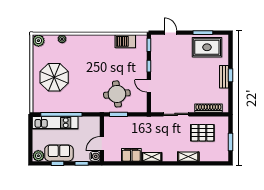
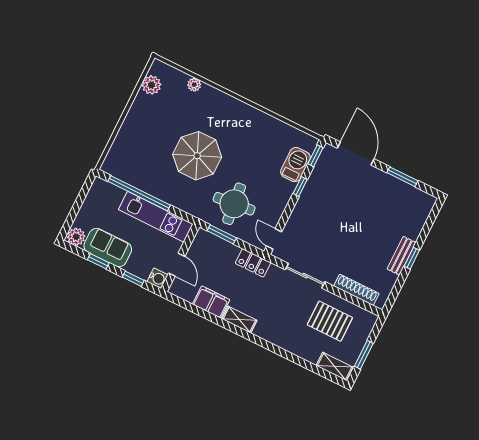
door: (171, 33) -> (356, 154), width x1.87
plant: (38, 41) -> (151, 85), moved
barbecue: (125, 41) -> (295, 165), moved, turned 90
rug: (207, 47) -> (398, 201), removed
parasol: (54, 77) -> (197, 156), moved
door: (149, 86) -> (274, 239), moved
locker: (144, 122) -> (253, 263), added
kitchen unit: (55, 123) -> (156, 217), moved
door: (102, 144) -> (177, 265), swing flipped
shelving: (188, 157) -> (335, 366), moved

